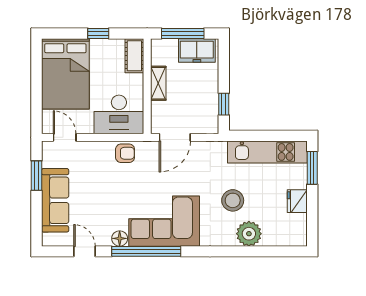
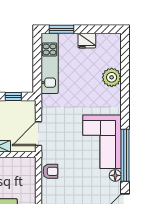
desk: (119, 114) -> (21, 176), removed
door: (175, 137) -> (38, 134), swing flipped
armchair: (125, 153) -> (51, 171), turned 90
stool: (233, 200) -> (86, 90), removed

